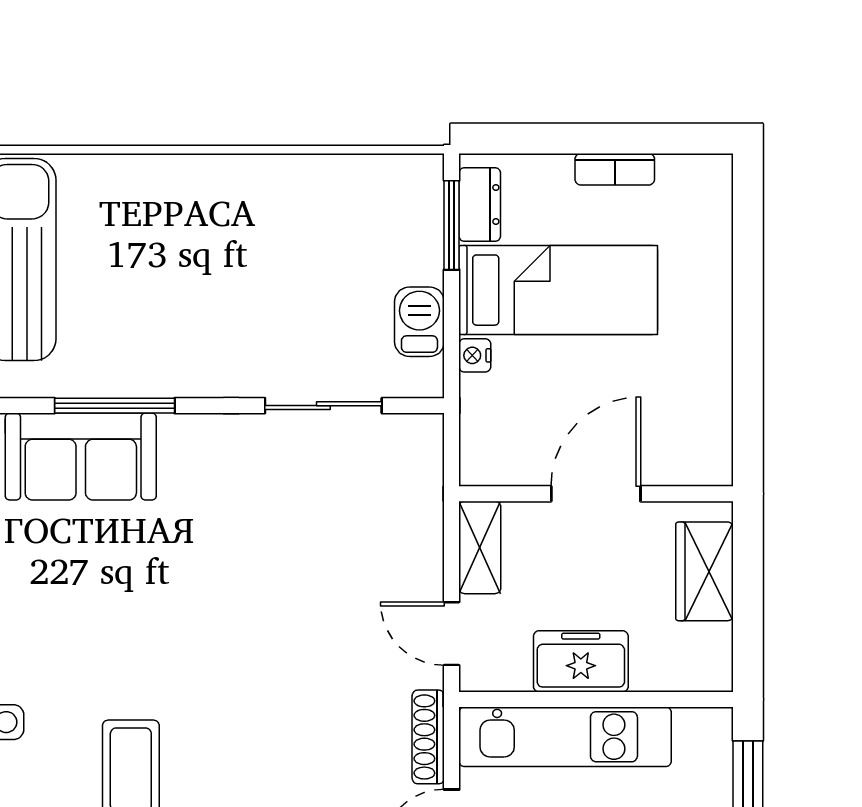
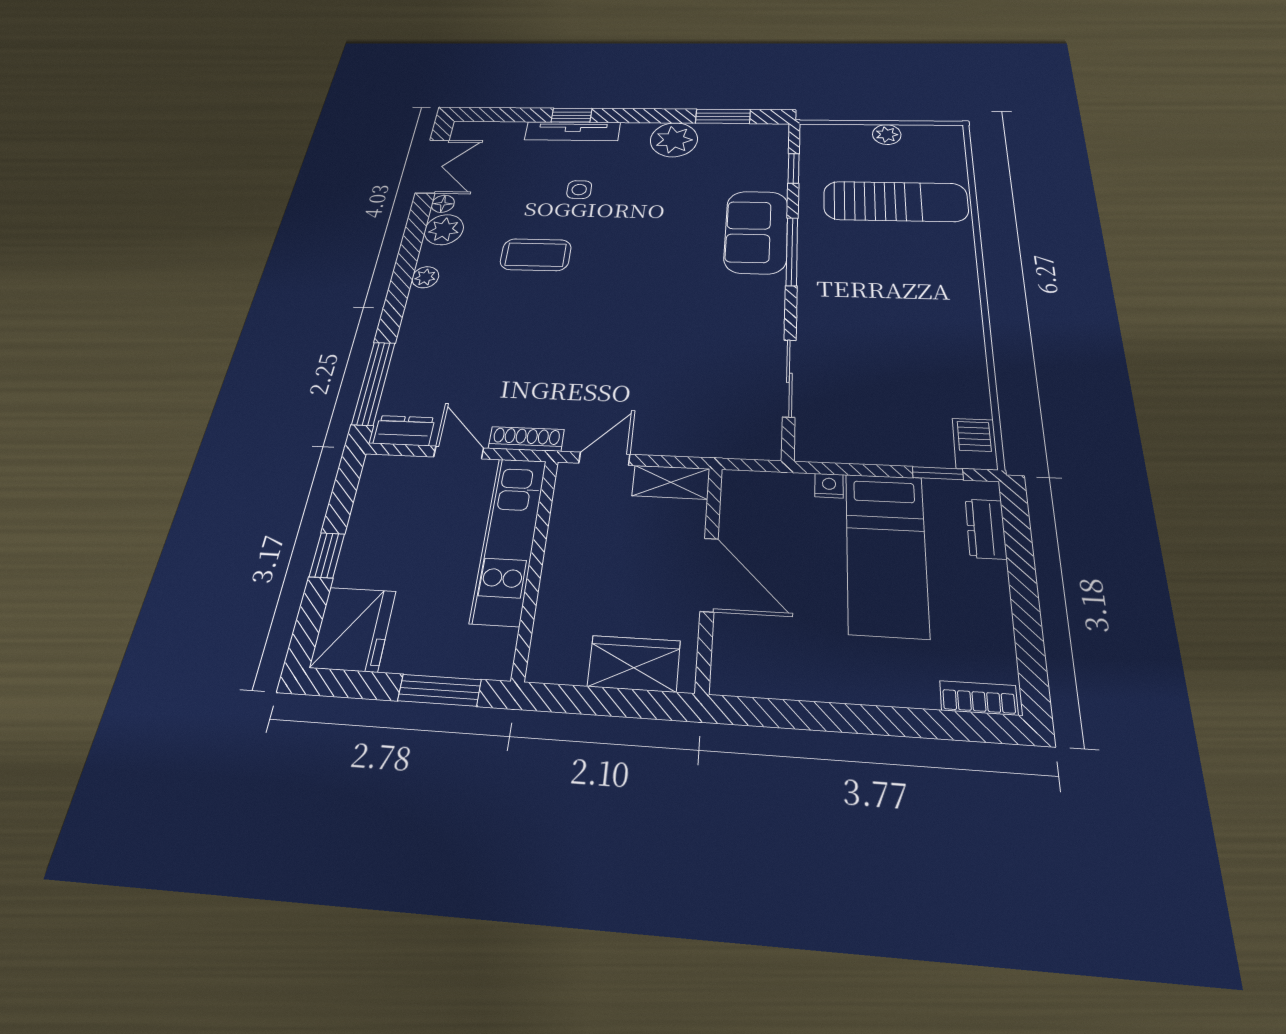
bookcase: (615, 169) -> (979, 698), moved, turned 90
dresser: (480, 205) -> (986, 529), moved, turned 90
window: (452, 225) -> (938, 473), width x0.67
barbecue: (419, 322) -> (975, 444), moved, turned -90
freezer: (581, 661) -> (569, 555), removed

